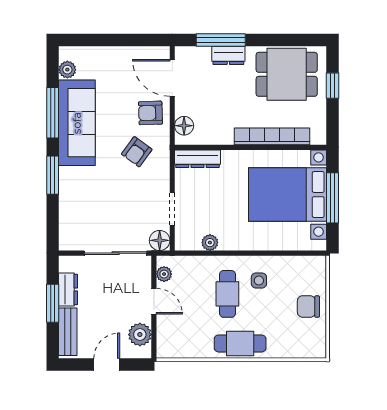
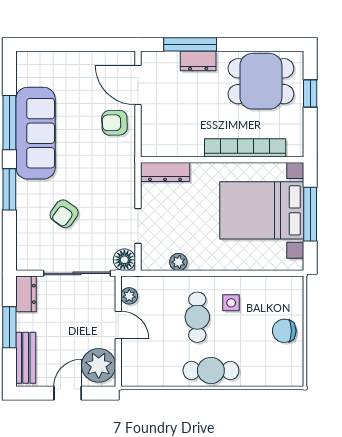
plant: (67, 70) -> (25, 76), removed
floor lamp: (184, 126) -> (151, 136), removed
armchair: (137, 152) -> (64, 214), moved
dresser: (68, 289) -> (26, 294), moved
plant: (140, 335) -> (99, 365), width x1.36, depth x1.36

